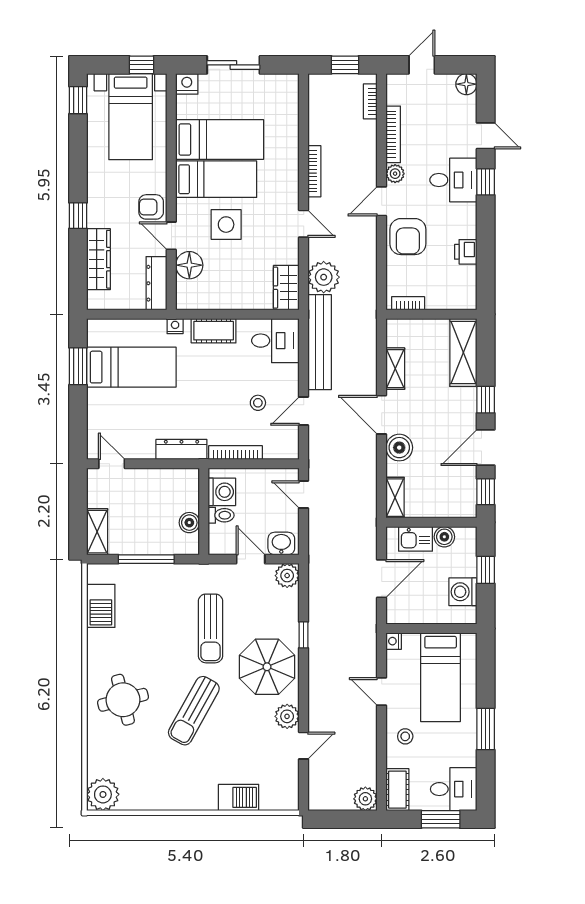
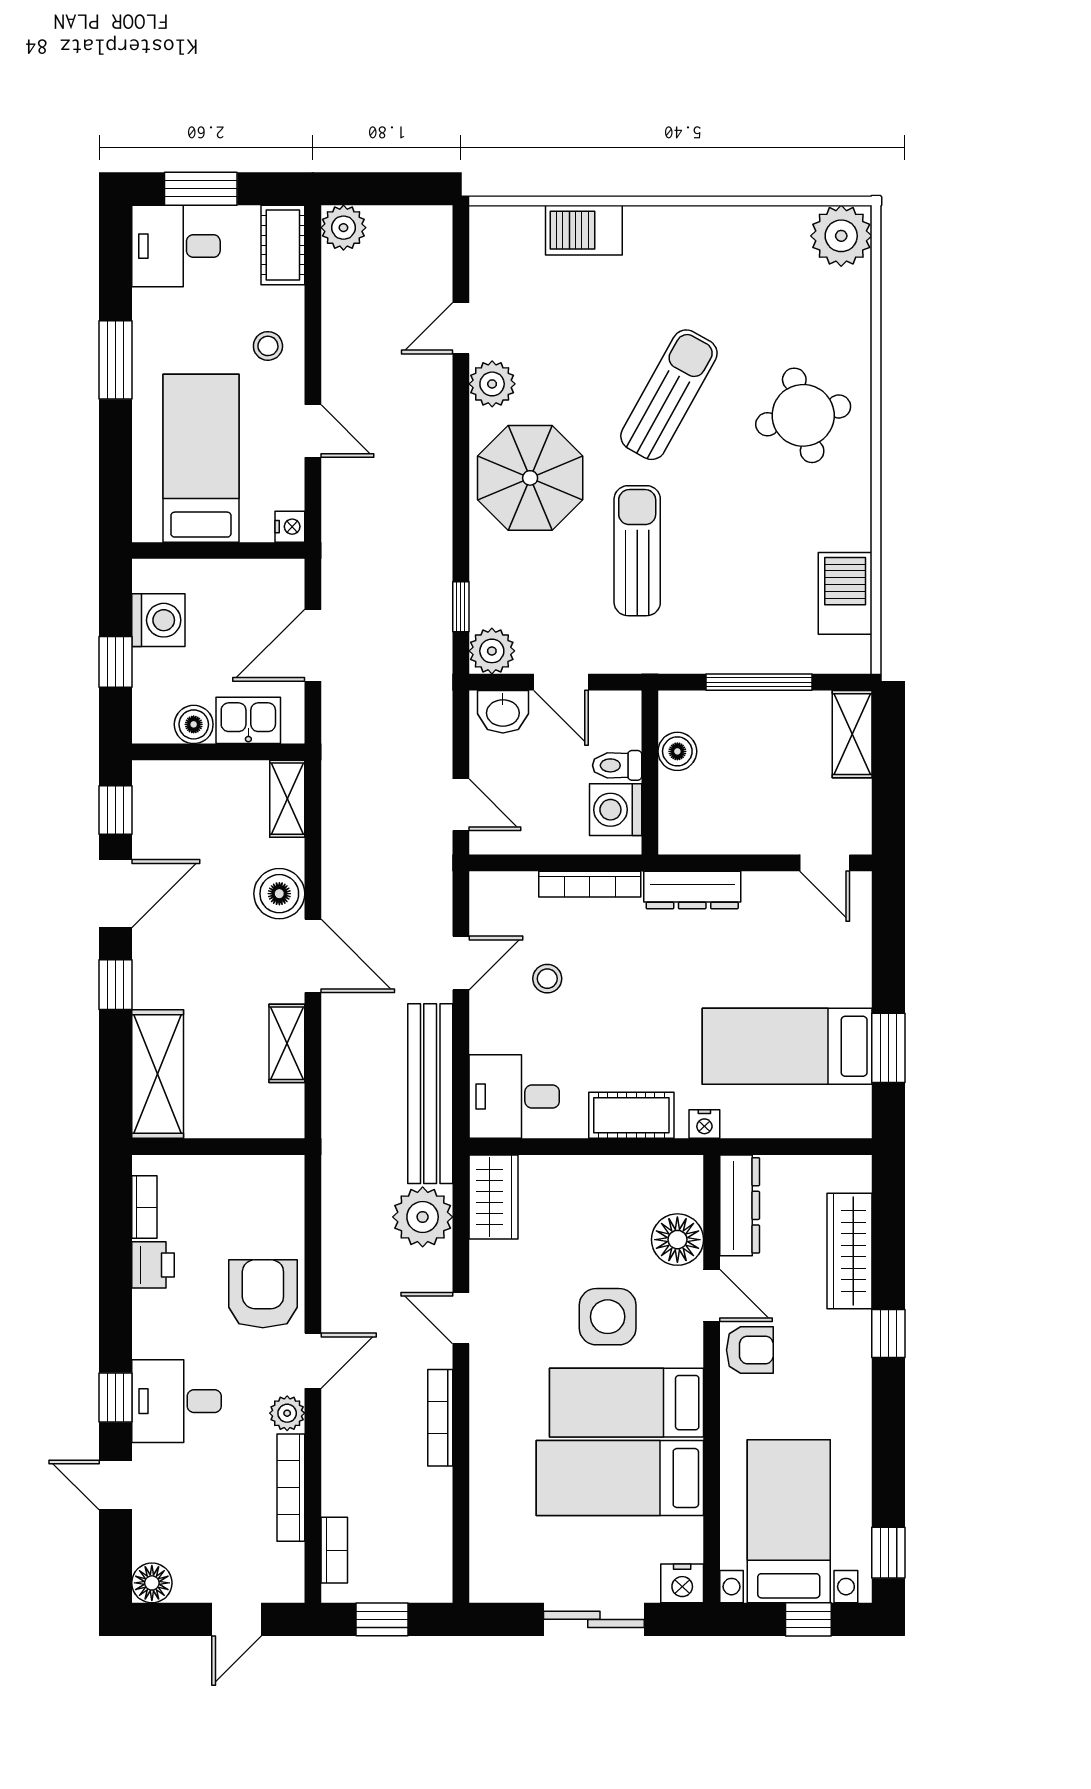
window: (141, 65) -> (808, 1619), moved
bookcase: (408, 303) -> (144, 1207), moved, turned -90
window: (304, 635) -> (461, 607), moved

